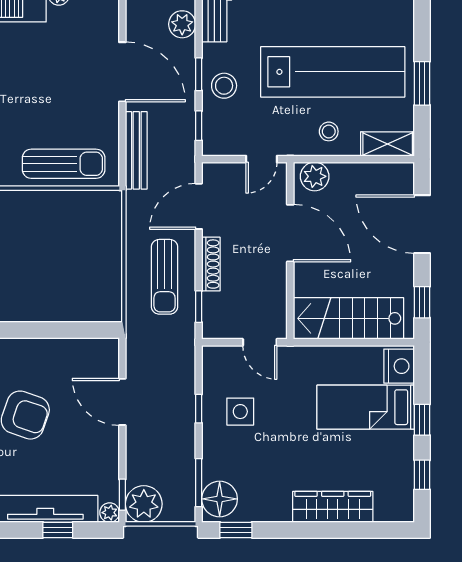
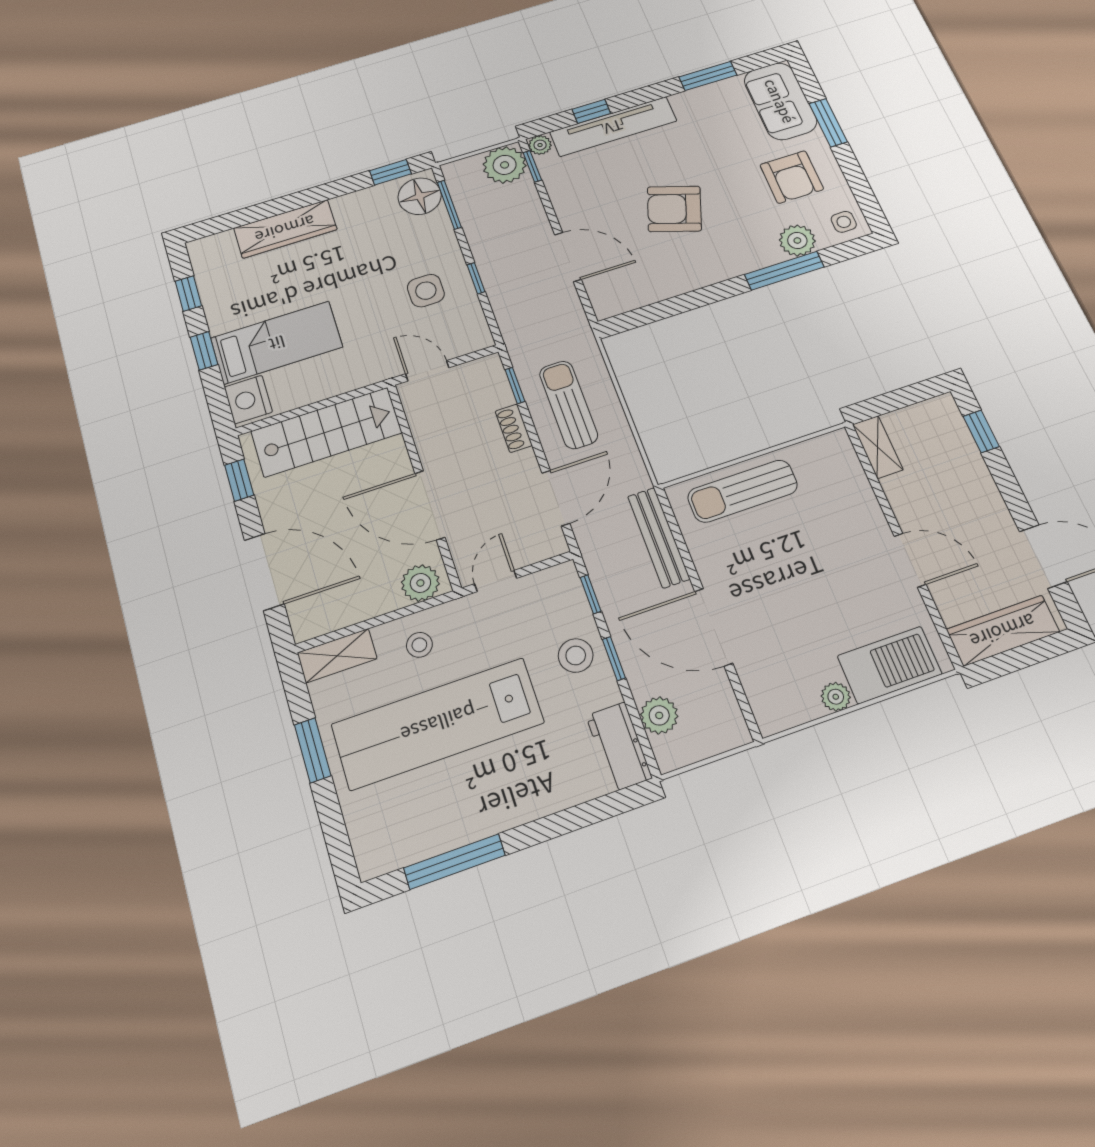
shoe rack: (211, 264) -> (514, 428), width x0.70

